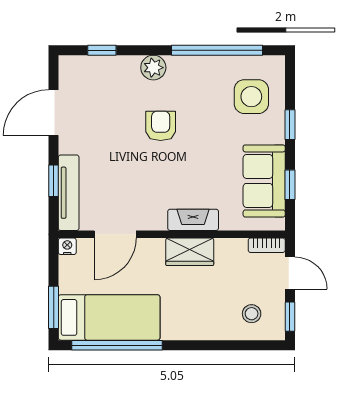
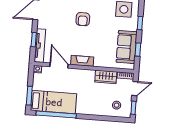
armchair: (161, 126) -> (83, 19), turned 180
fireplace: (193, 220) -> (82, 61), moved
door: (115, 234) -> (59, 65), swing flipped
wardrobe: (190, 252) -> (106, 77), moved
door: (290, 273) -> (135, 89), hinge flipped

